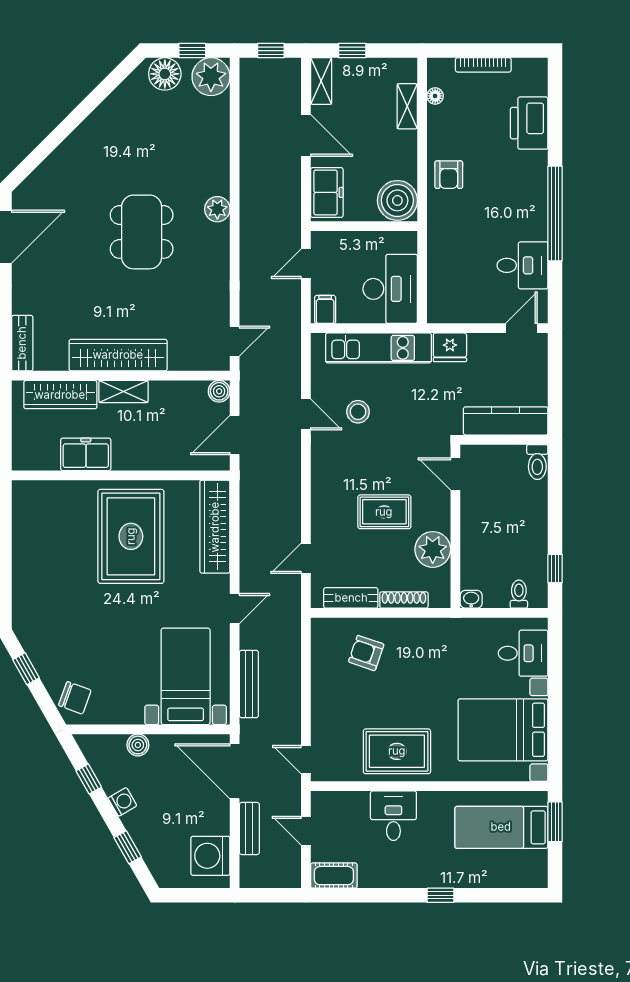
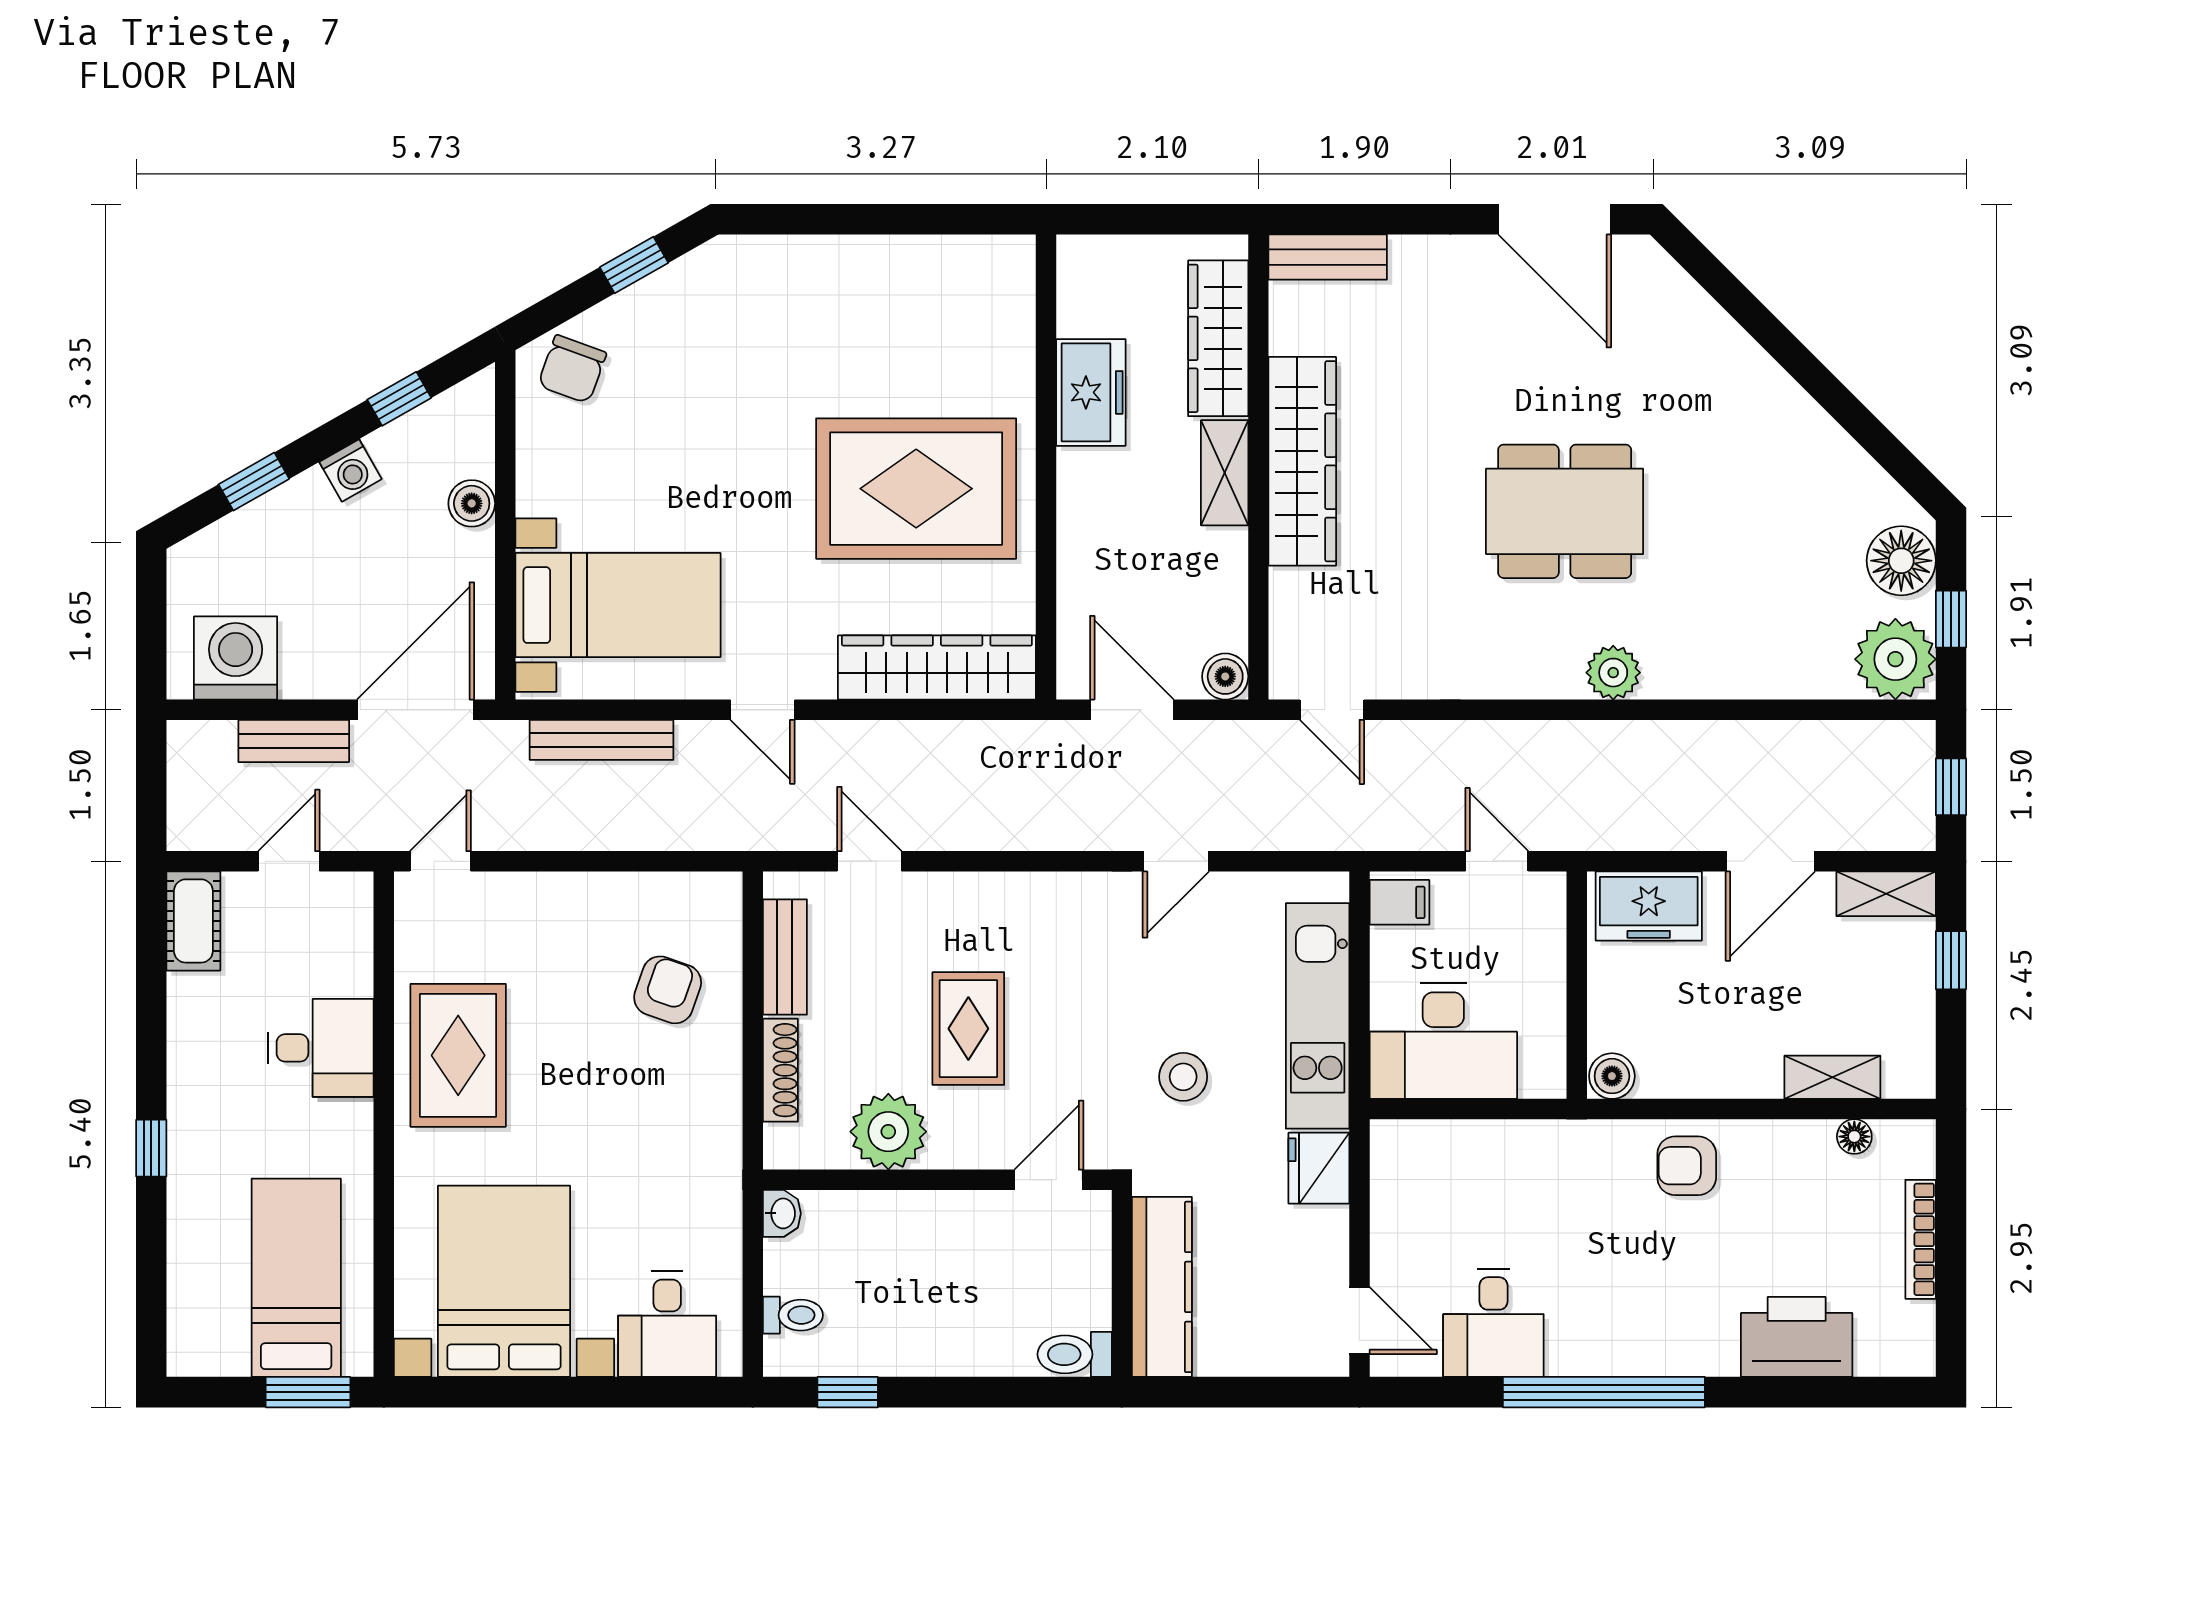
boiler: (397, 200) -> (1612, 1076), width x0.54, depth x0.54
stool: (358, 412) -> (1183, 1077), moved

